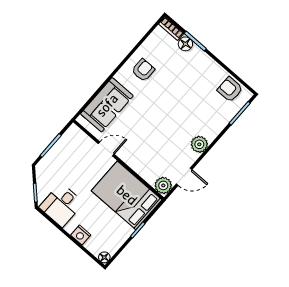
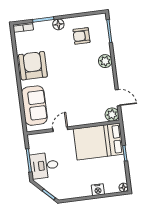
floor lamp: (185, 44) -> (58, 24), moved
armchair: (143, 70) -> (33, 66), width x1.88, depth x1.88
armchair: (230, 89) -> (81, 36), moved
plant: (199, 144) -> (105, 61), moved
door: (184, 177) -> (118, 98), hinge flipped
desk: (61, 205) -> (44, 166), moved, turned 90

